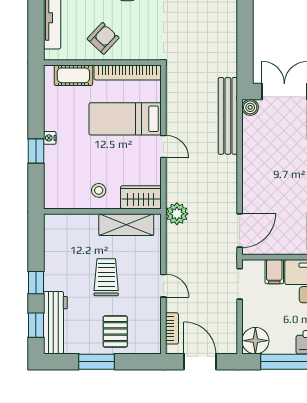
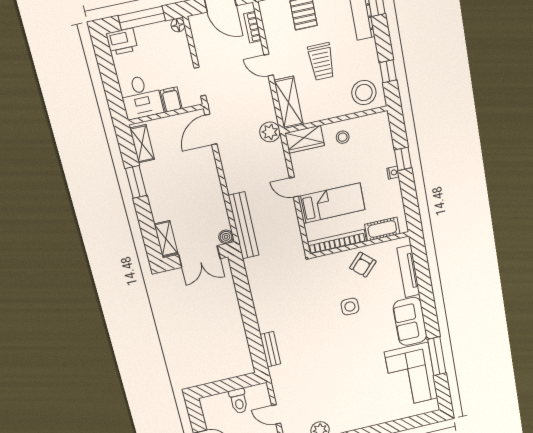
shelving: (126, 225) -> (289, 103), moved, turned 90
stool: (66, 234) -> (364, 93), added
window: (36, 283) -> (388, 71), moved
floor lamp: (255, 341) -> (178, 25), width x0.53, depth x0.53

